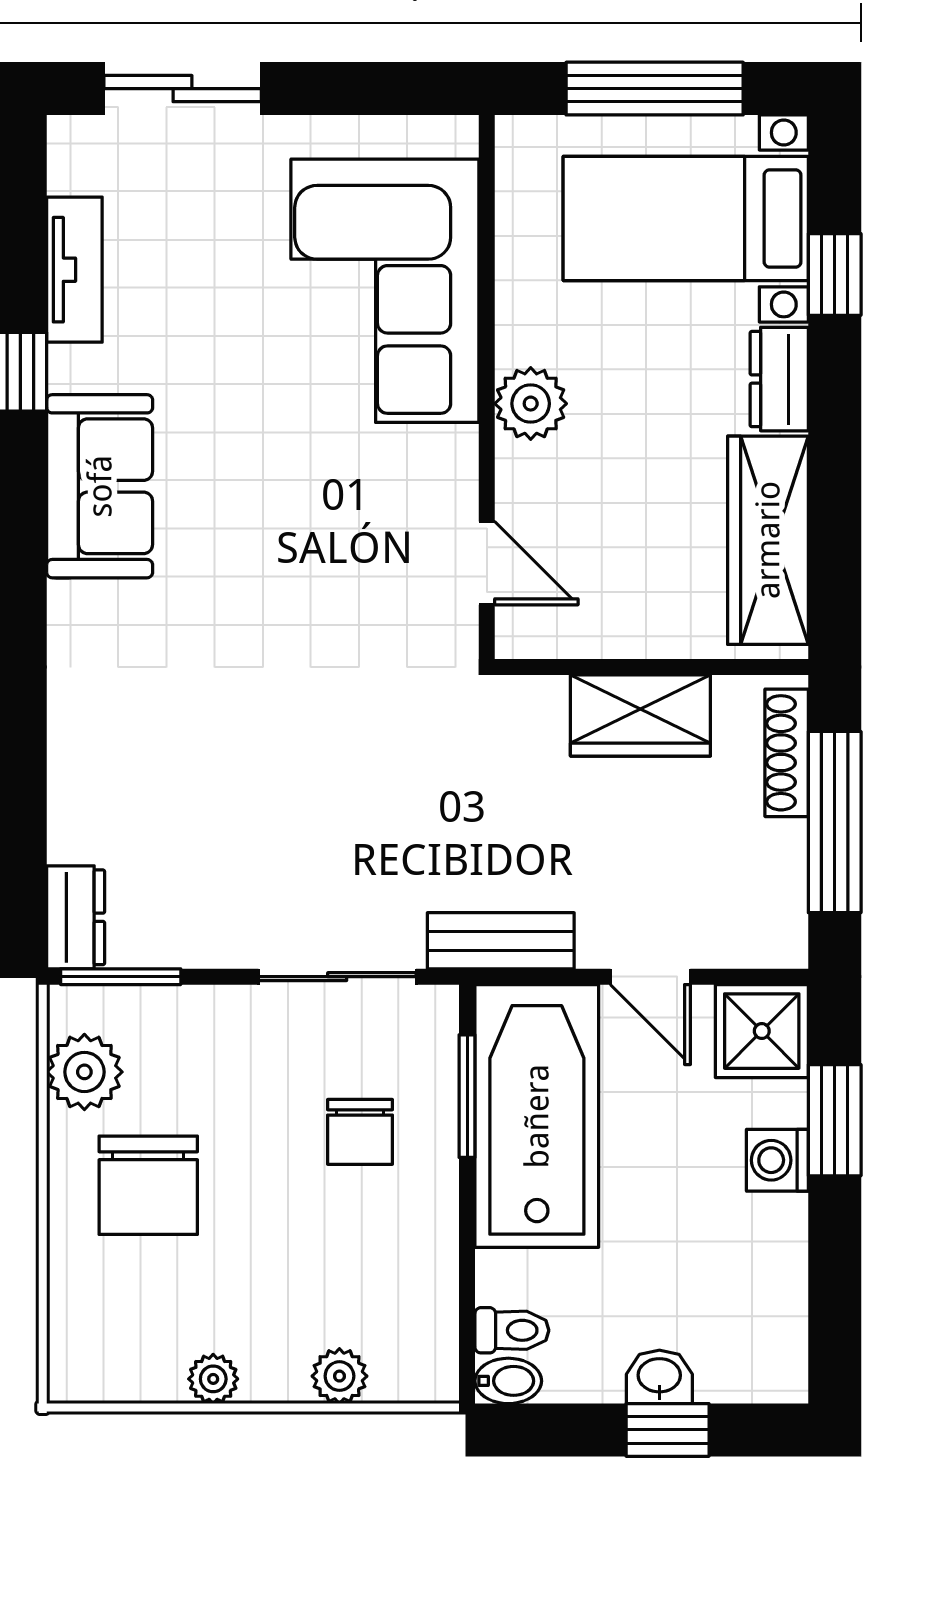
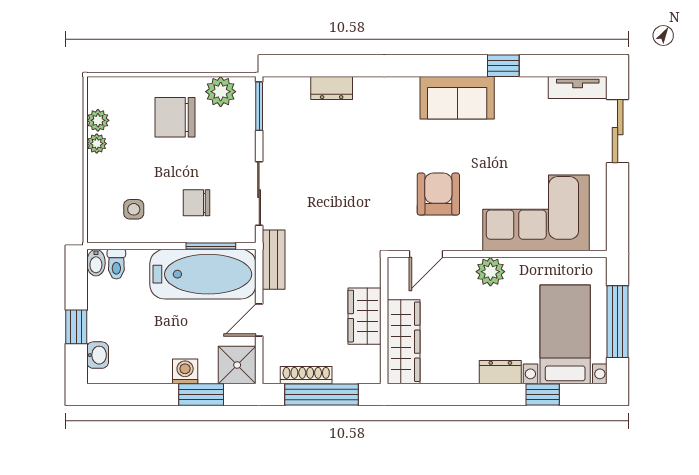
tv unit: (74, 270) -> (578, 88), moved
armchair: (338, 533) -> (438, 194), added
wardrobe: (768, 540) -> (404, 342), moved, turned 90
shoe rack: (787, 753) -> (306, 375), moved
dresser: (76, 917) -> (332, 88), moved
side table: (376, 1287) -> (134, 209), added
plant: (339, 1376) -> (98, 120), moved
washbasin: (659, 1377) -> (98, 355), moved

